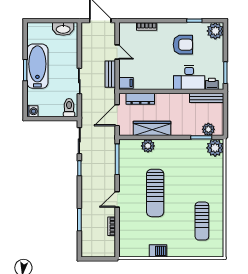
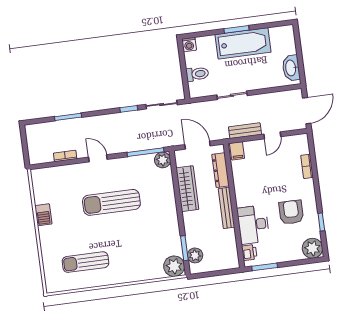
armchair: (183, 45) -> (291, 212), turned 180
bench: (207, 98) -> (226, 208), moved
toilet: (69, 108) -> (197, 74), moved
plant: (148, 146) -> (163, 160), moved

